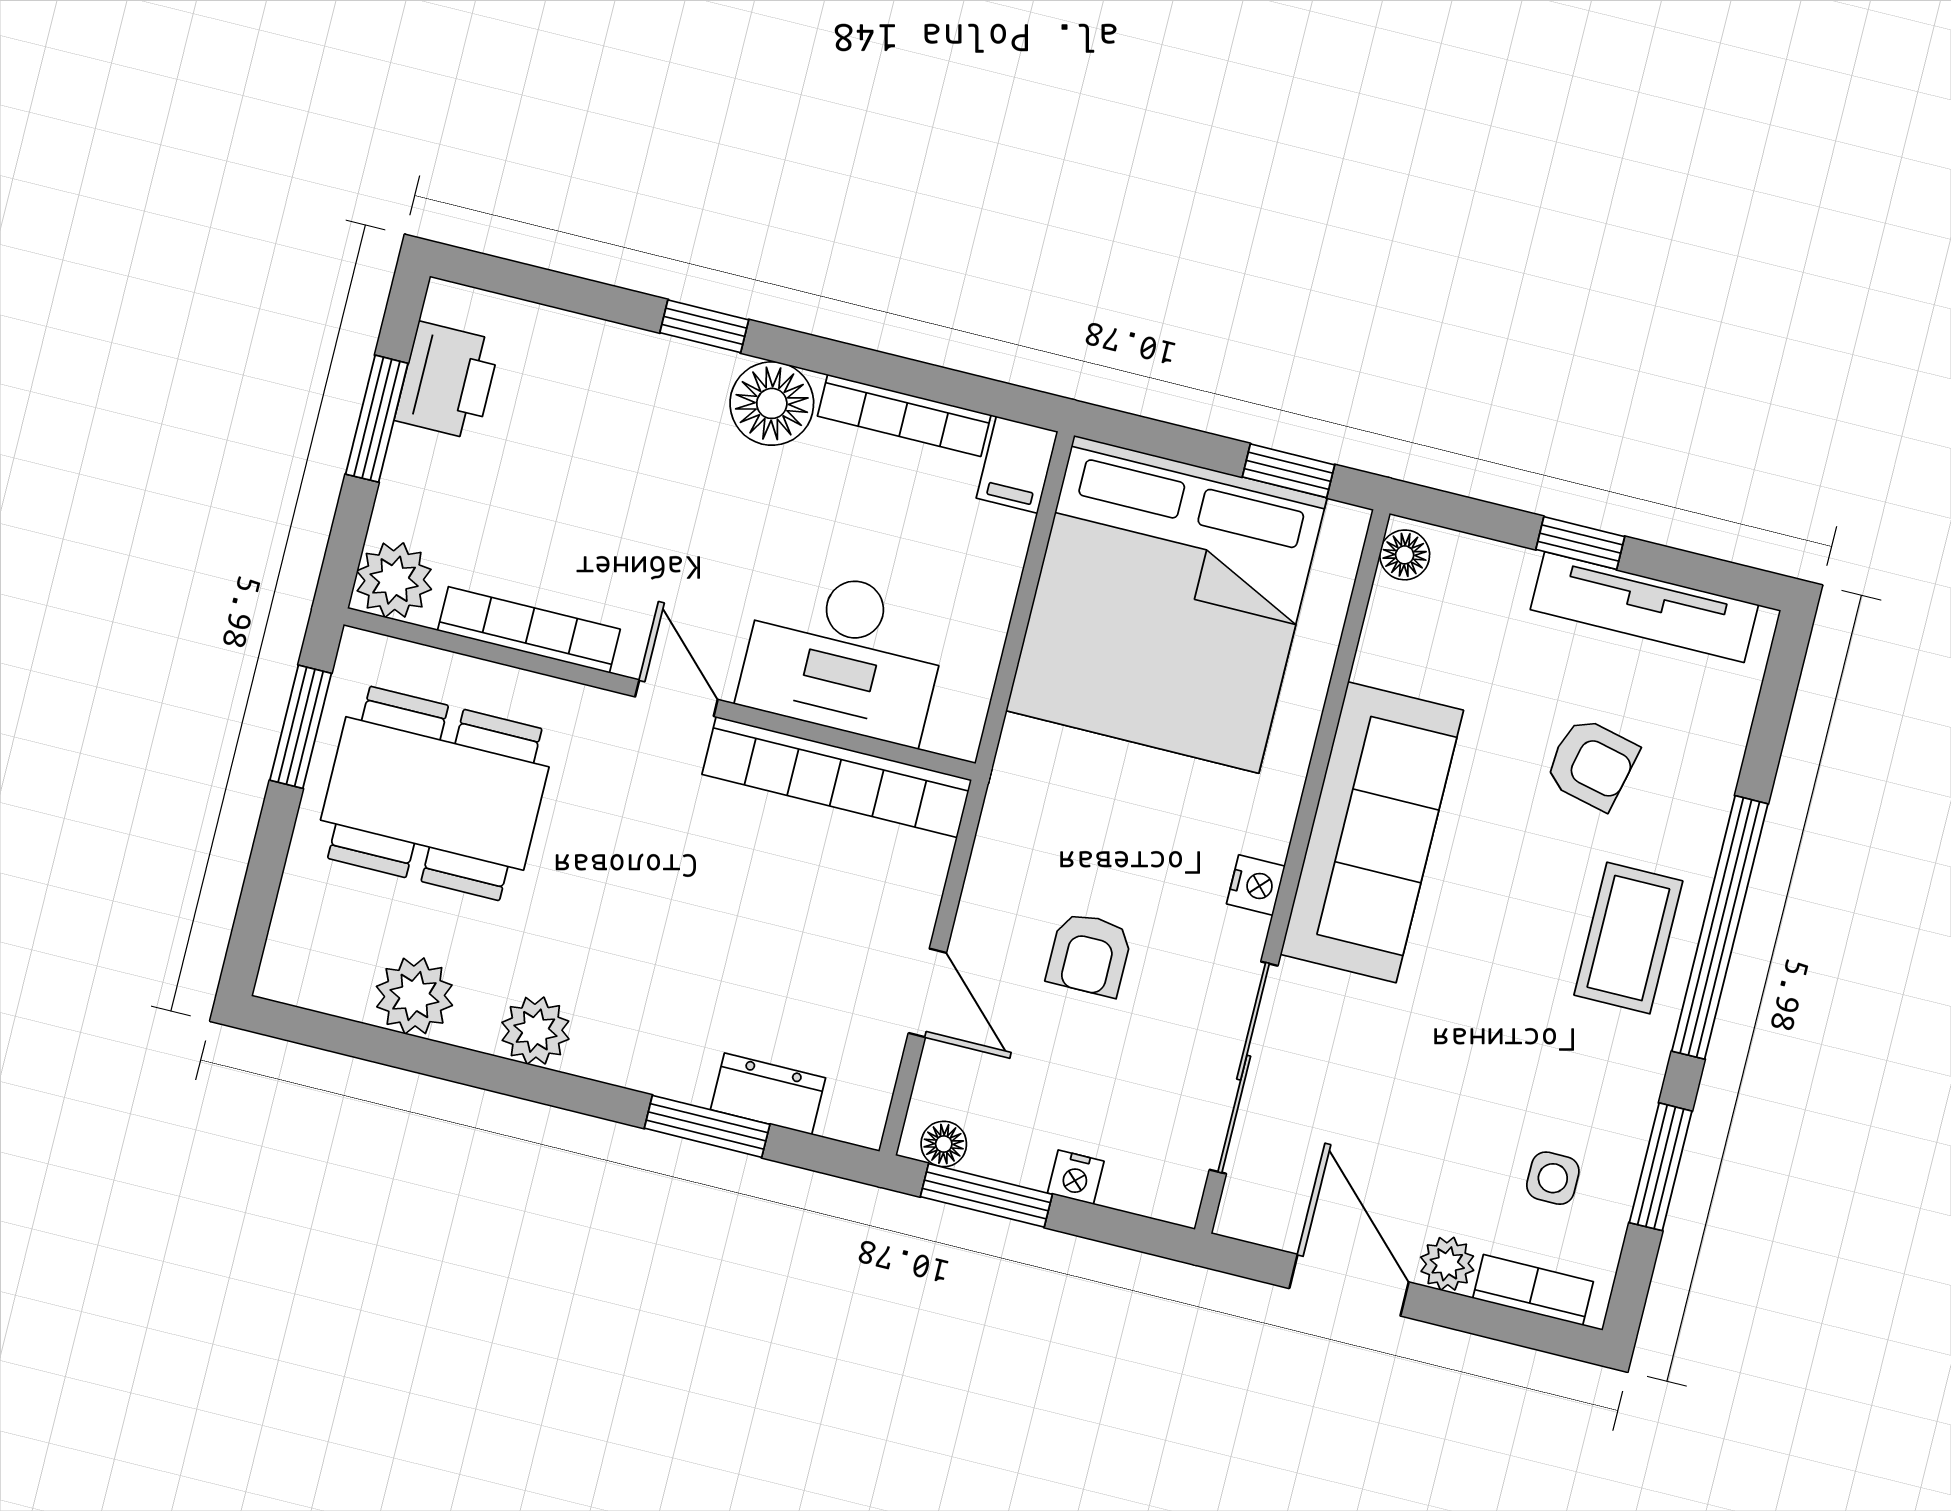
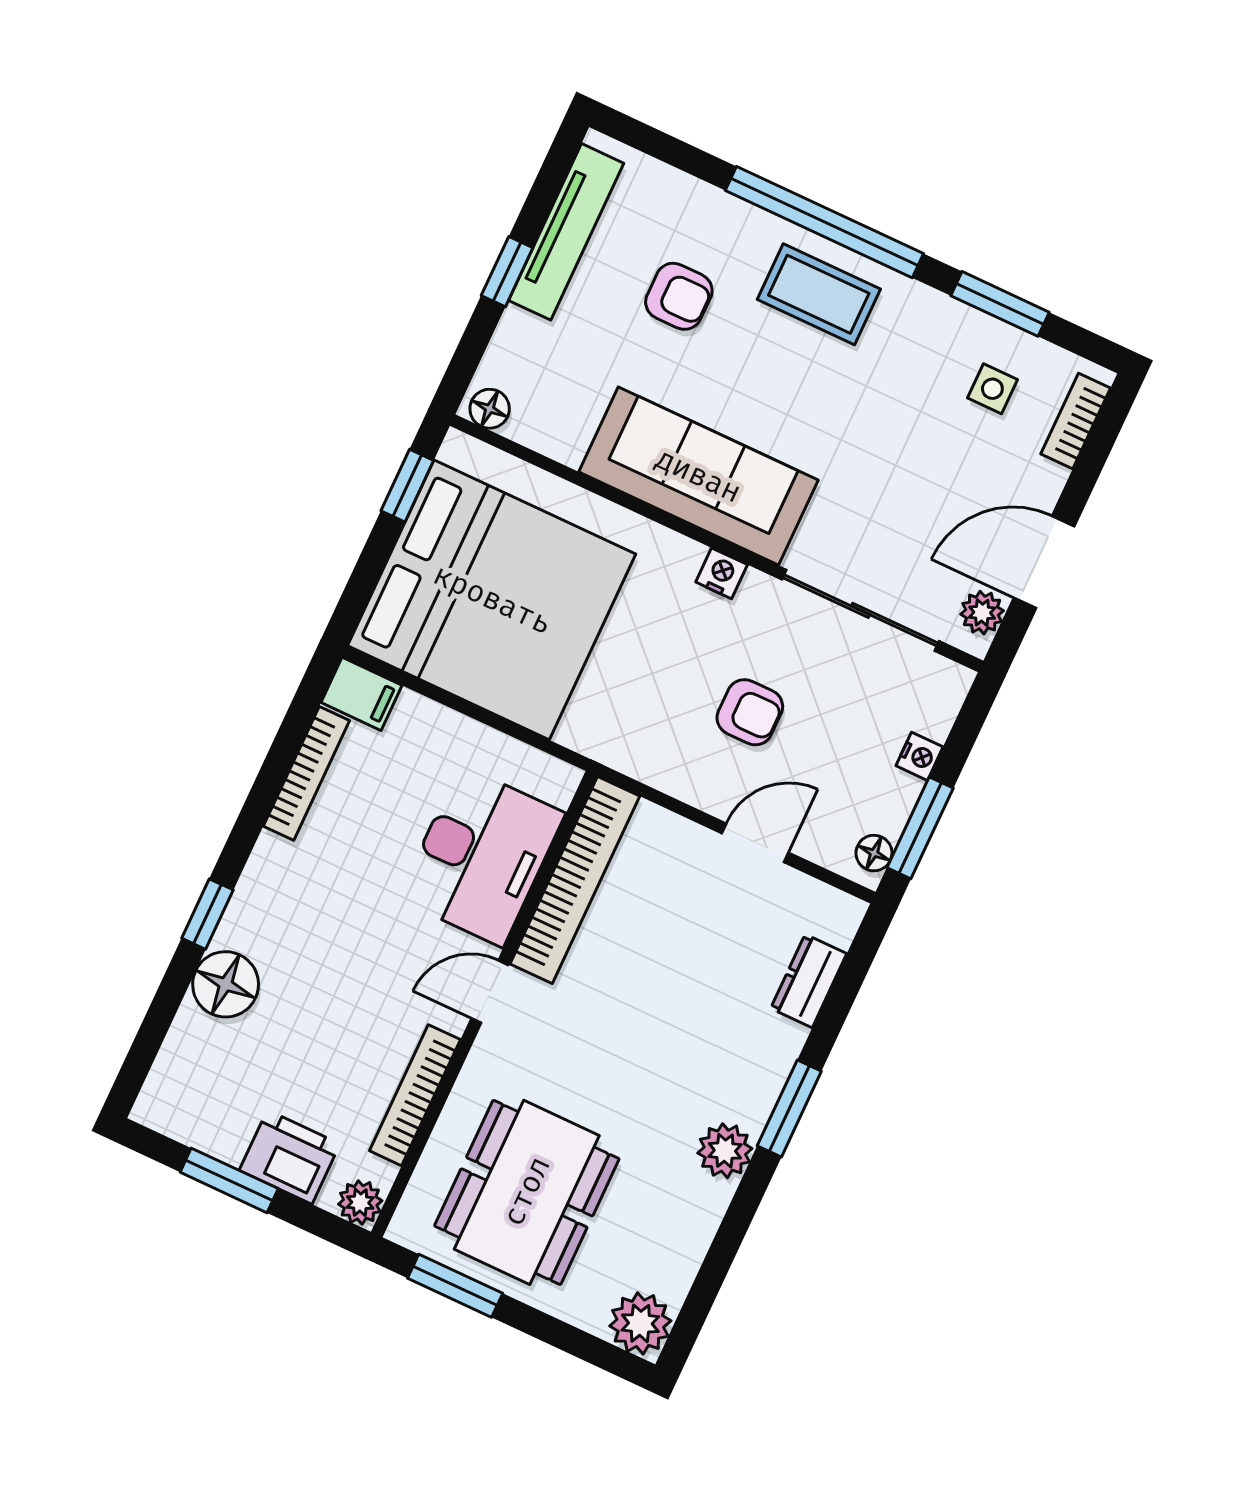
printer: (447, 381) -> (290, 1157), moved
floor lamp: (772, 403) -> (226, 984), moved
plant: (394, 580) -> (360, 1202), width x0.73, depth x0.73
armchair: (1592, 764) -> (679, 296), turned 77
plant: (414, 996) -> (640, 1323), moved
window: (707, 1126) -> (789, 1109), moved
plant: (1447, 1264) -> (982, 613), moved

